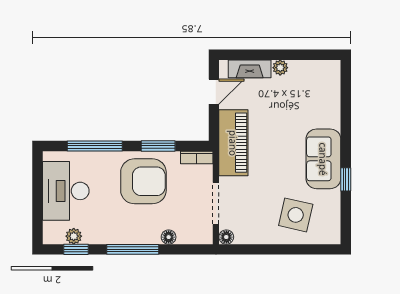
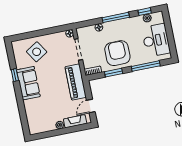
armchair: (143, 181) -> (117, 53), turned 90
side table: (296, 215) -> (37, 52), turned 45

